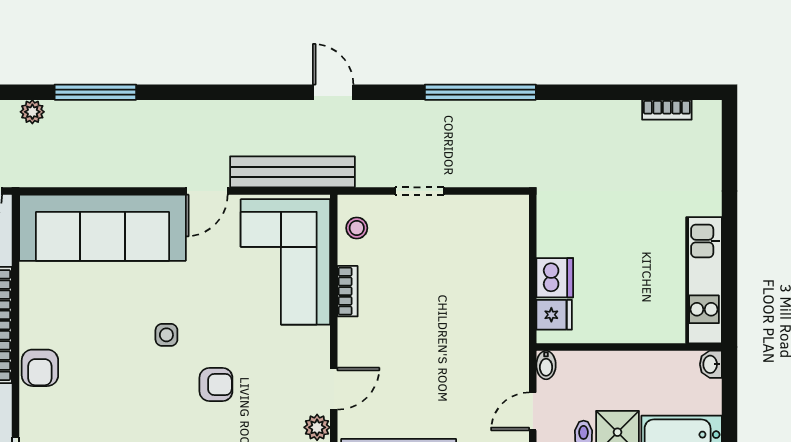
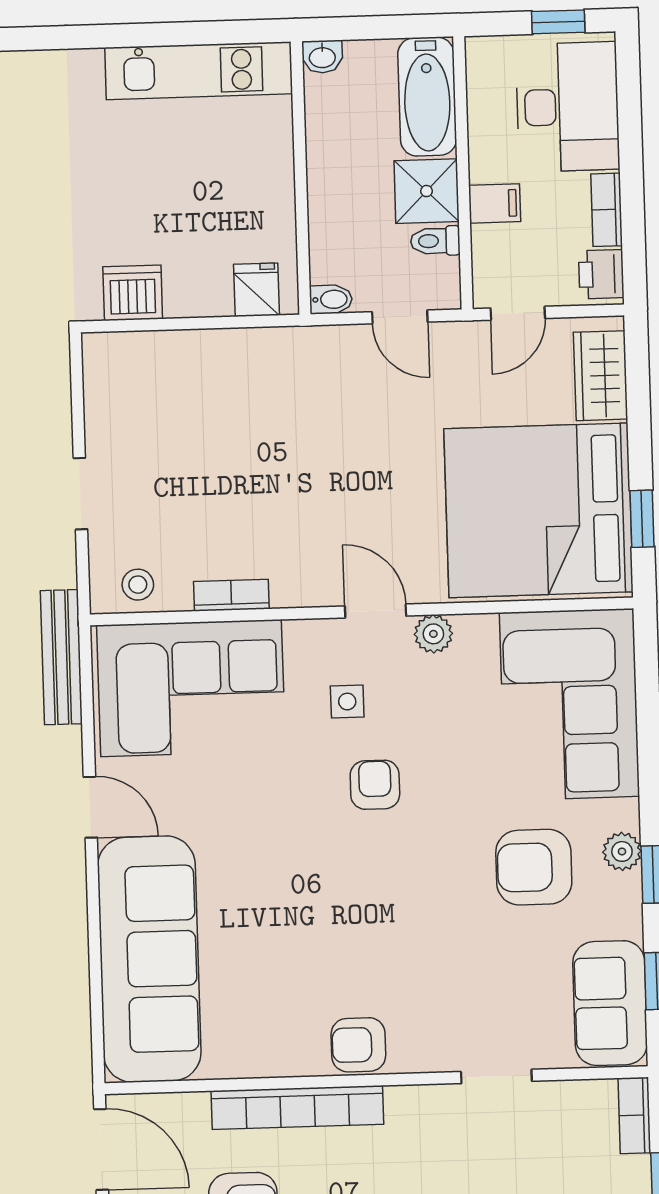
bench: (292, 172) -> (61, 657), width x0.73, depth x0.82
dishwasher: (555, 278) -> (133, 293), moved
side table: (166, 335) -> (347, 702), moved
armchair: (40, 368) -> (358, 1045), turned 180

